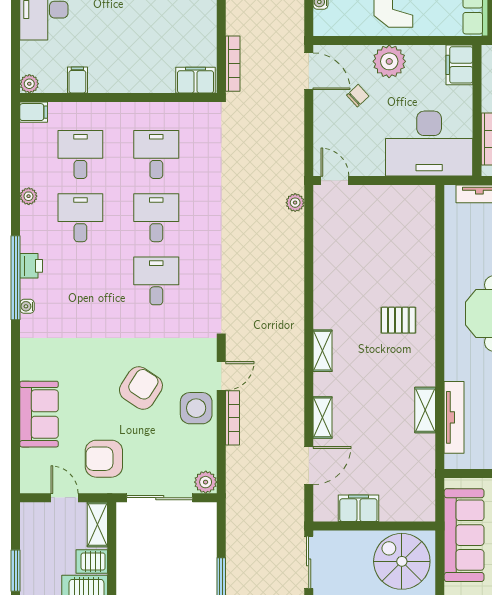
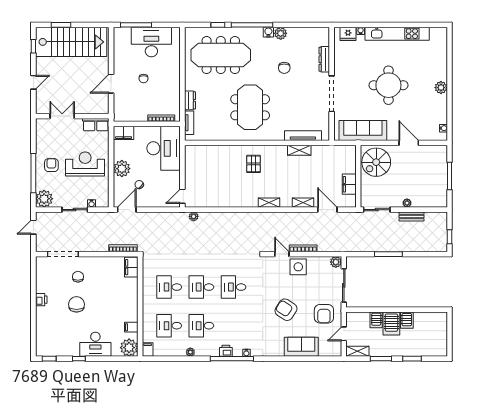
plant: (29, 84) -> (129, 348), width x1.88, depth x1.88
armchair: (141, 388) -> (286, 310), moved
shelving: (97, 524) -> (357, 351), moved

